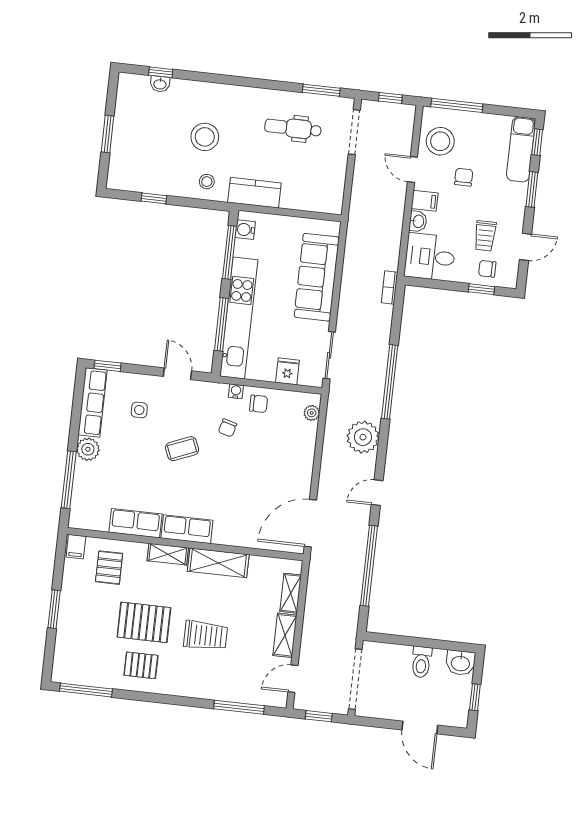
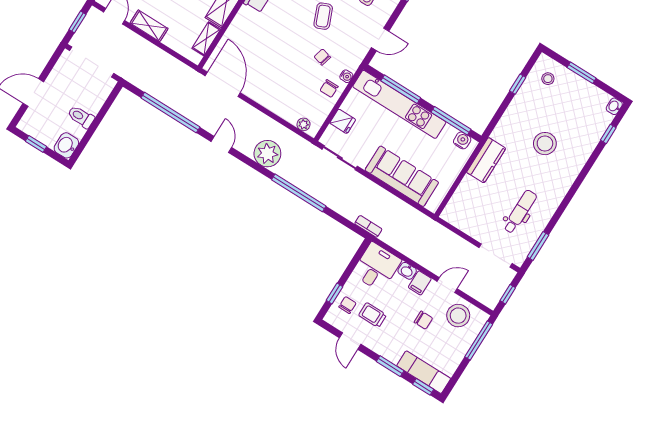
washbasin: (160, 84) -> (614, 106), moved
stool: (207, 182) -> (548, 79), moved
shelving: (291, 593) -> (206, 39), moved, turned 90

